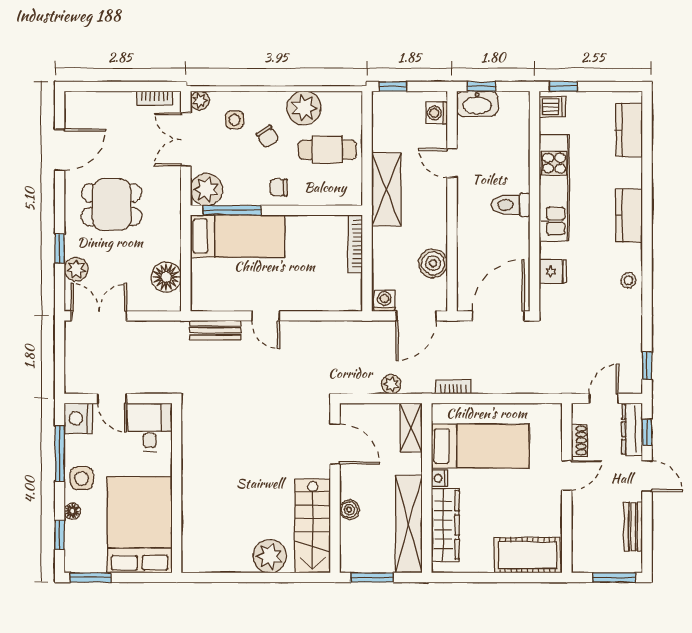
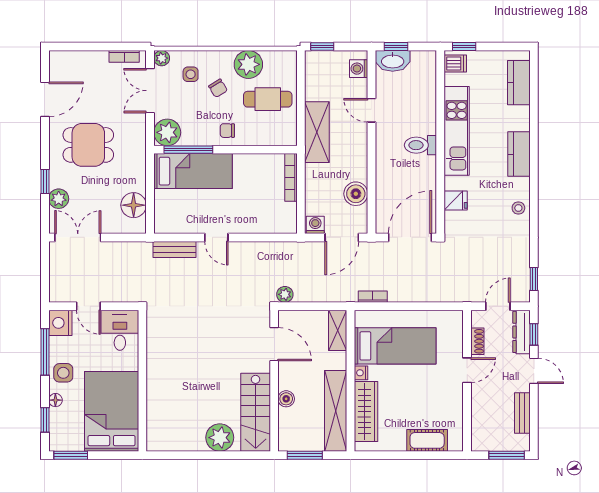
plant: (391, 384) -> (285, 294), moved
cot: (528, 555) -> (427, 440), width x0.73, depth x0.75

